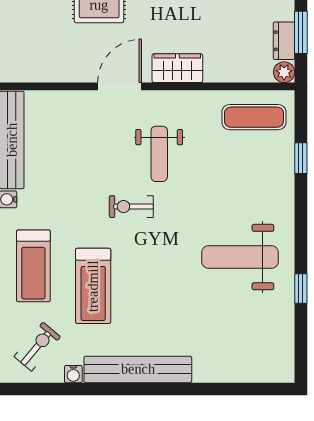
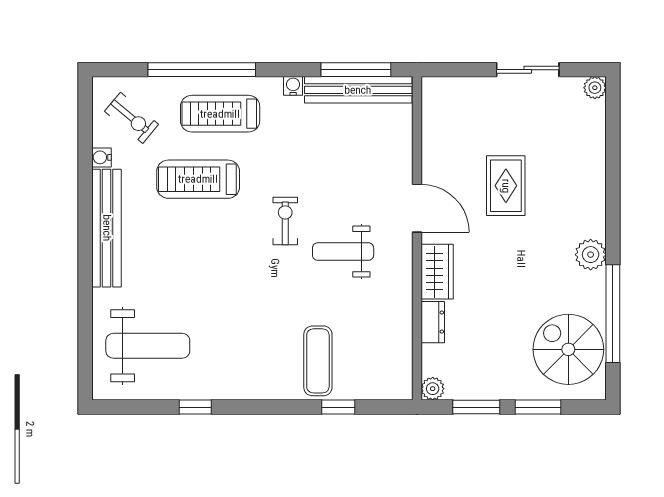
dresser: (284, 41) -> (433, 322), moved, turned 90
exercise mat: (254, 117) -> (318, 361), moved
weight bench: (240, 257) -> (148, 346), moved, turned 90

